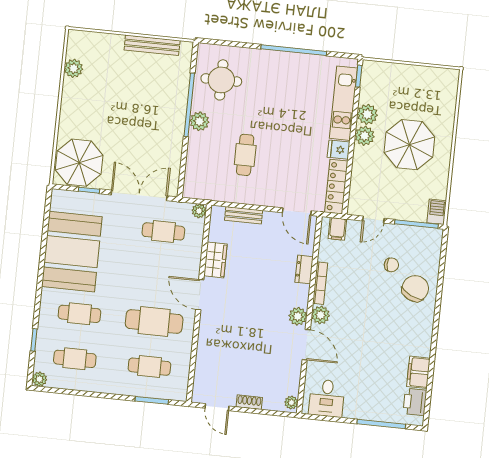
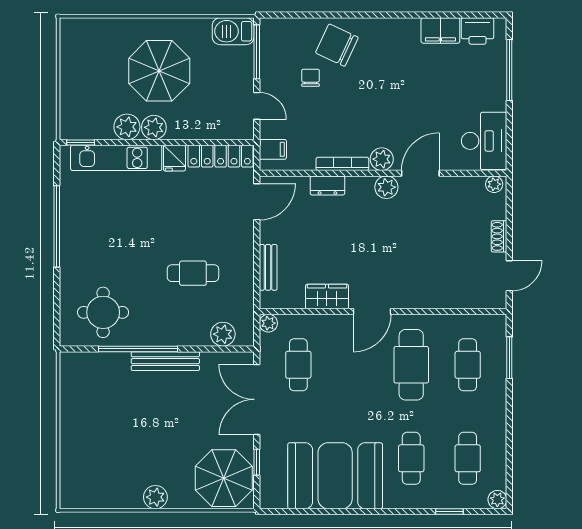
bench: (152, 45) -> (165, 361), moved, turned 90
plant: (74, 68) -> (155, 497), moved
plant: (199, 121) -> (223, 334), moved
barbecue: (437, 212) -> (233, 31), width x1.38, depth x1.27
desk: (327, 398) -> (484, 141), width x1.37

